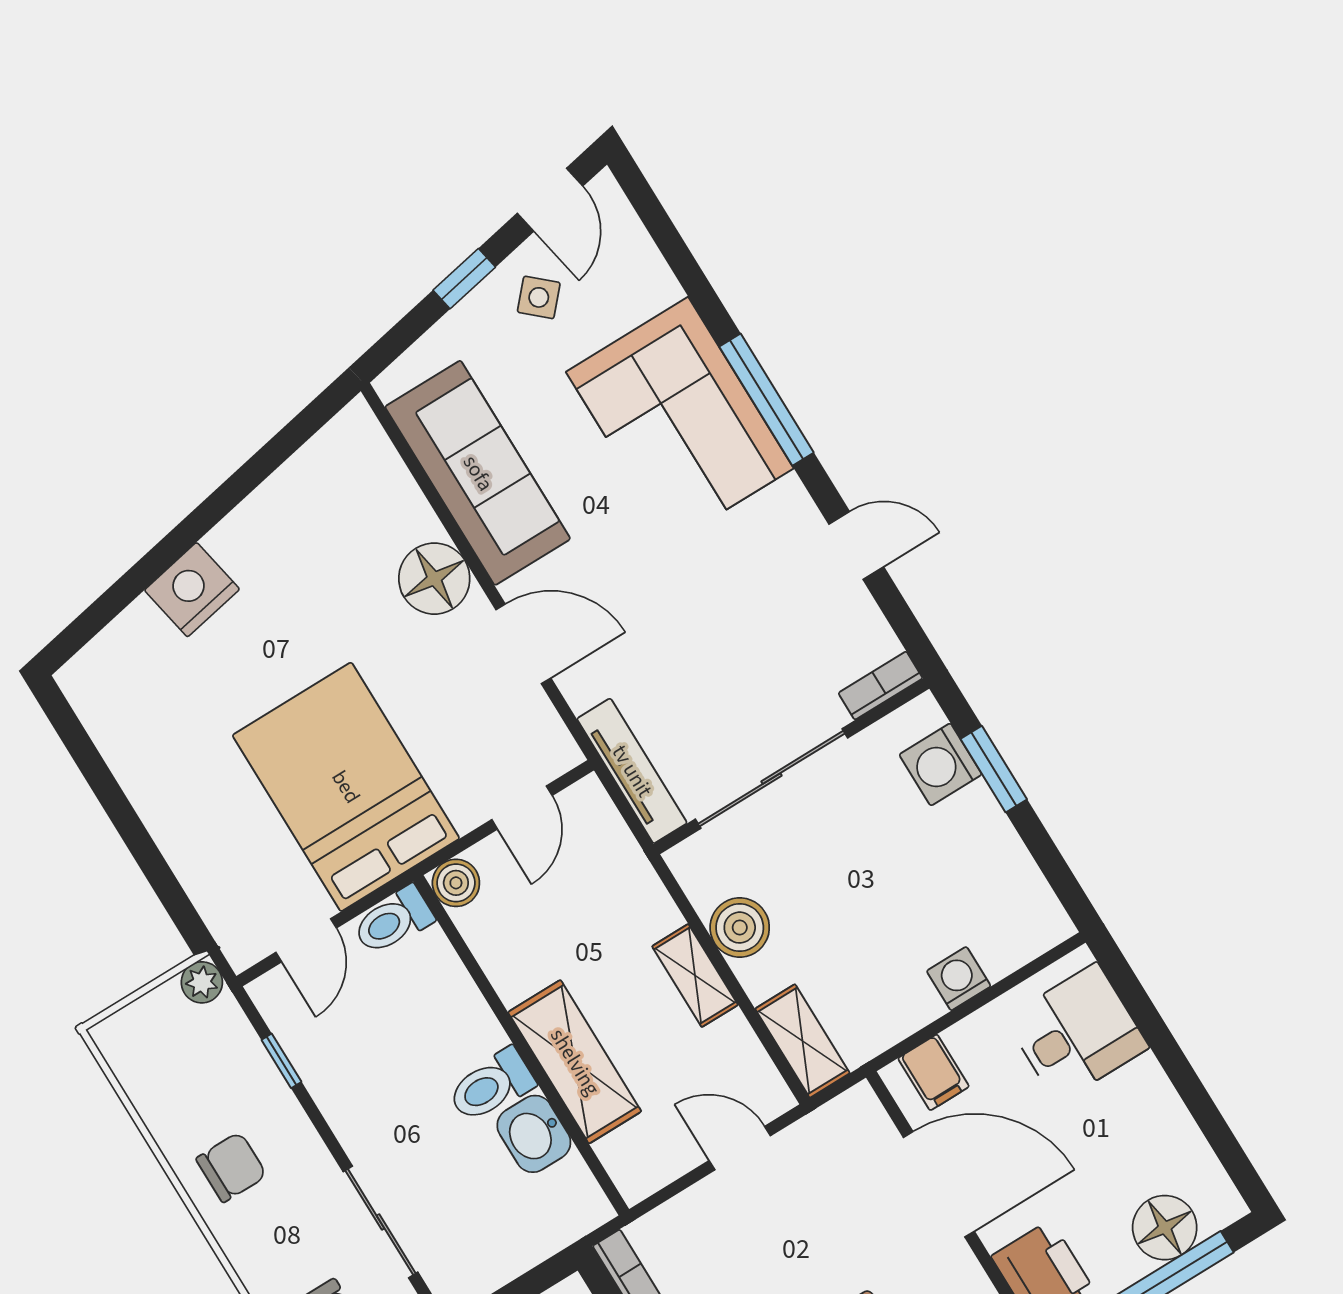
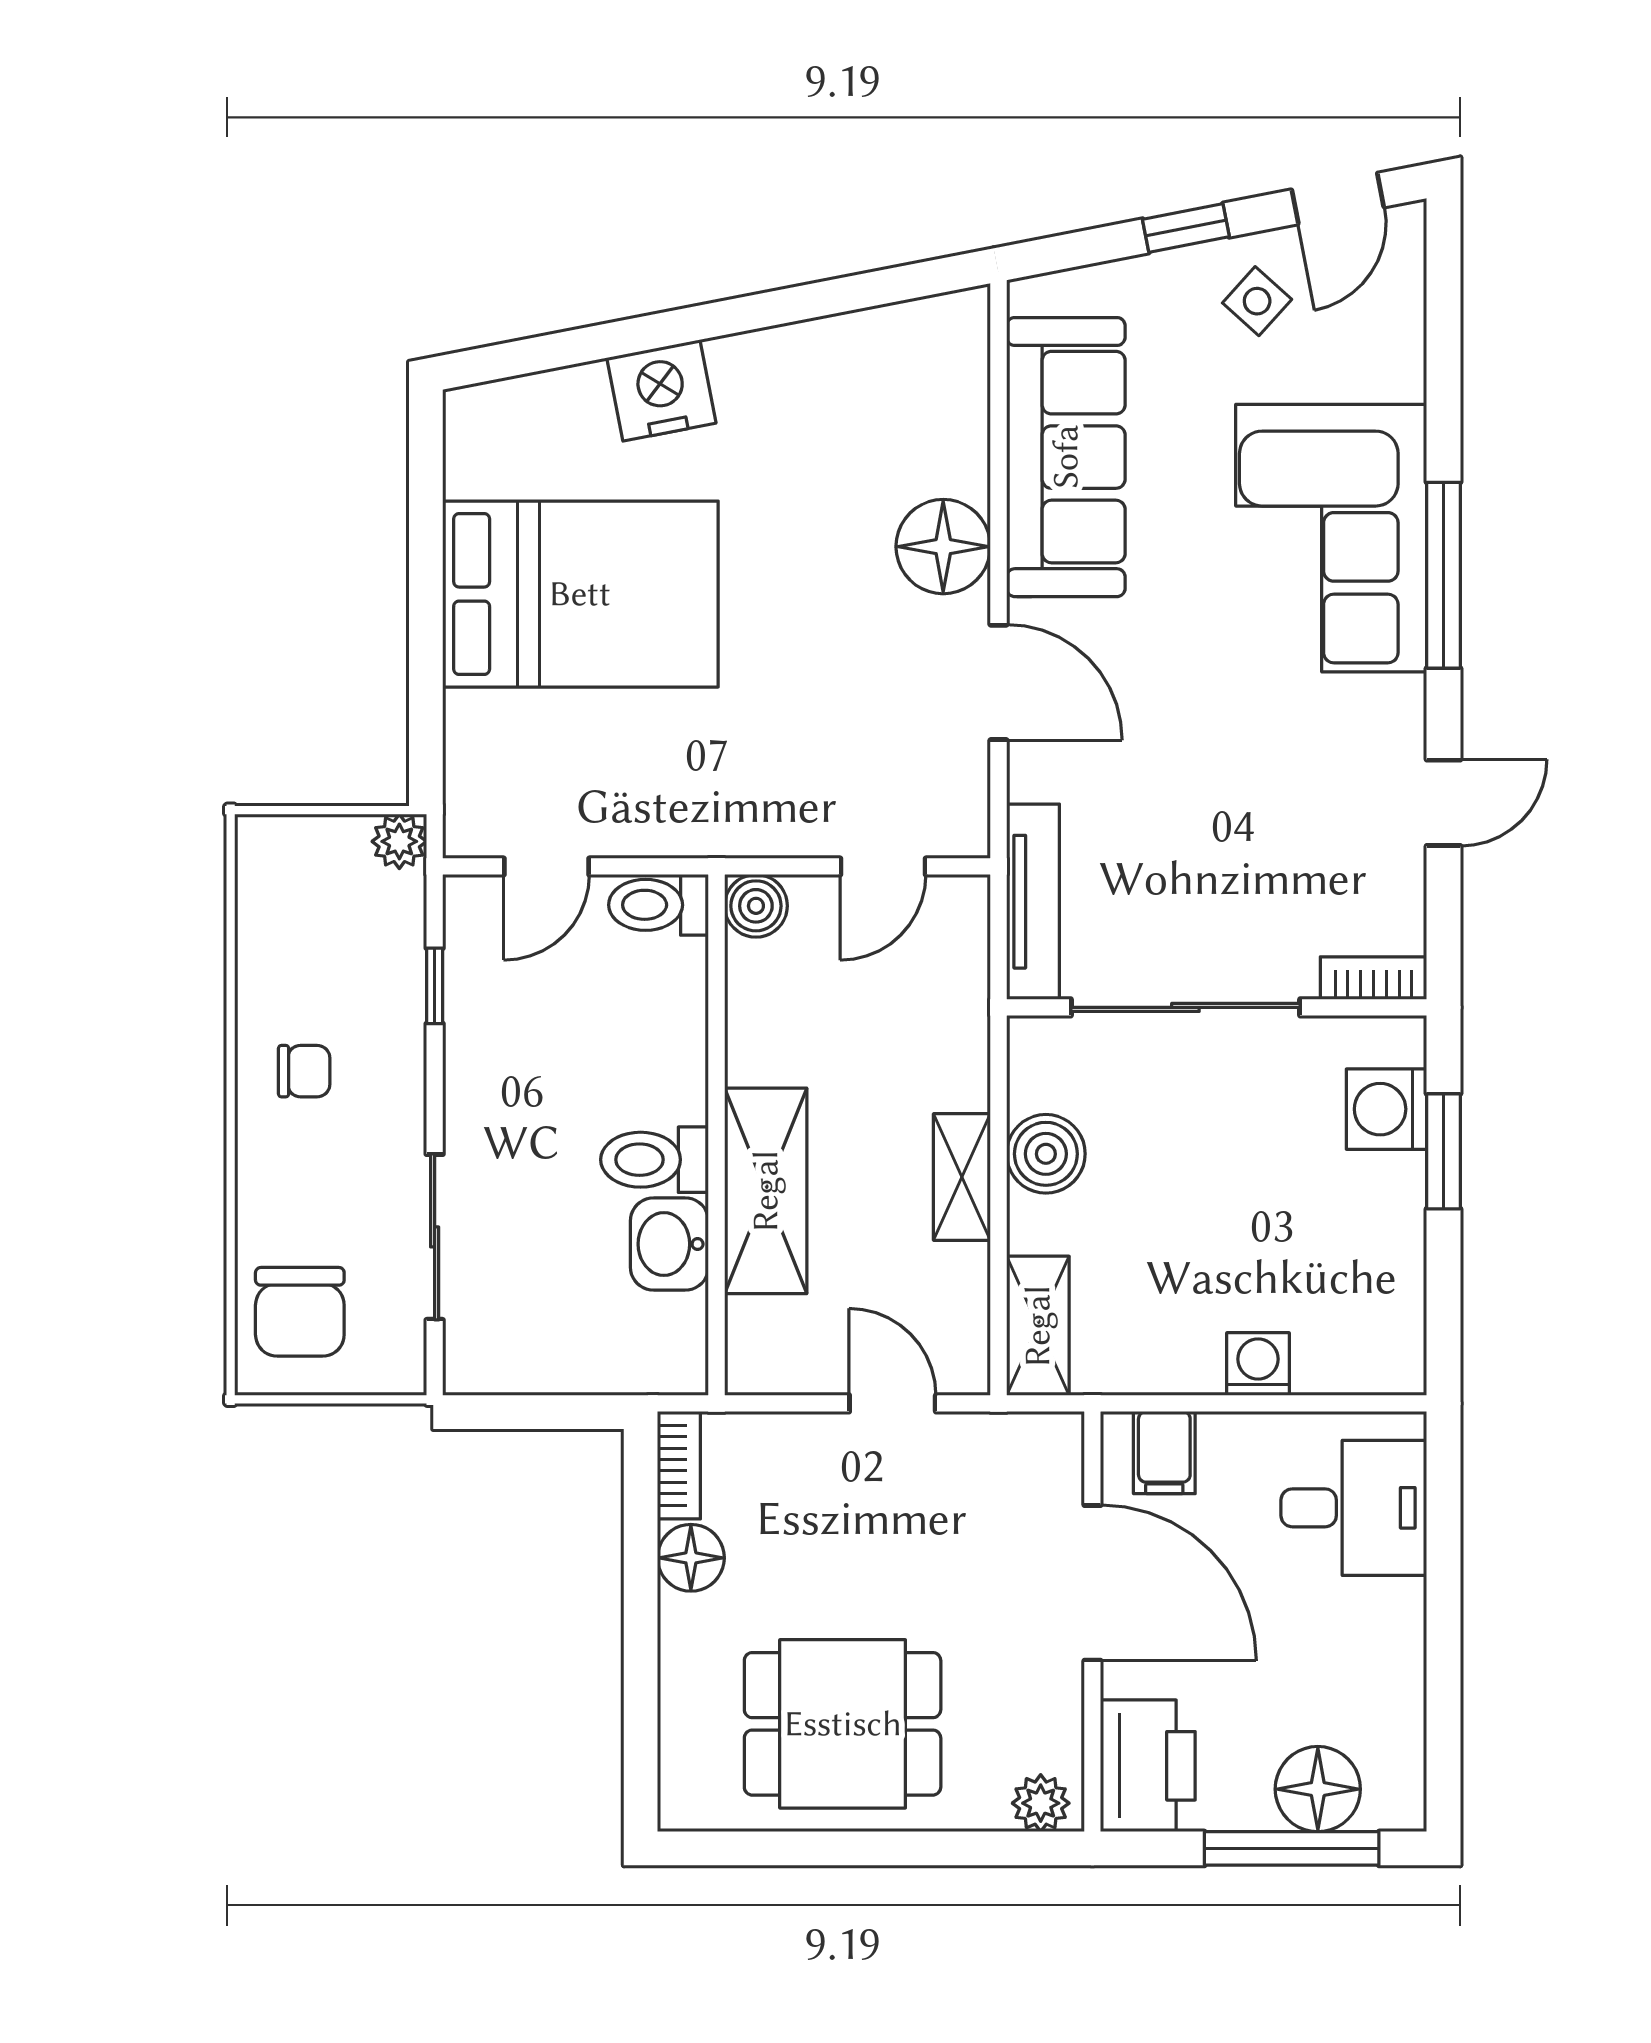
door: (856, 545) -> (1443, 803), hinge flipped
bed: (346, 787) -> (580, 594), moved, turned 90
chair: (231, 1167) -> (304, 1071), width x0.73, depth x0.73

